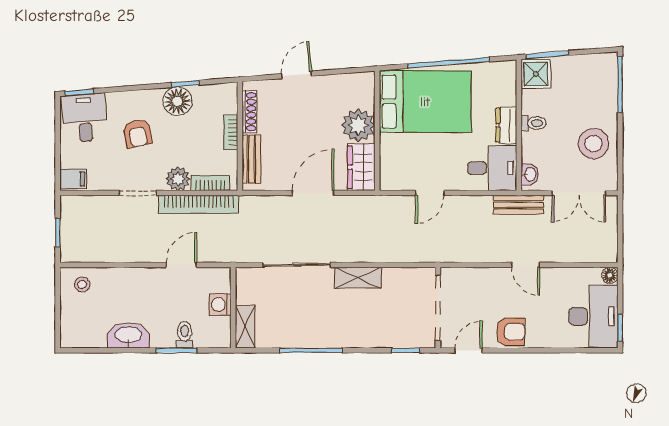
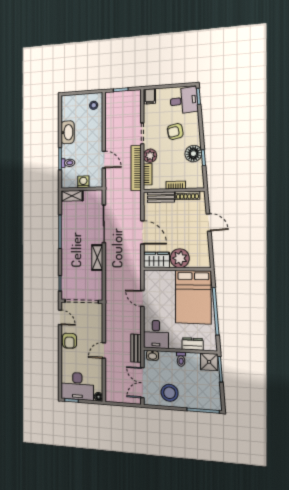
dresser: (506, 125) -> (193, 344), moved

